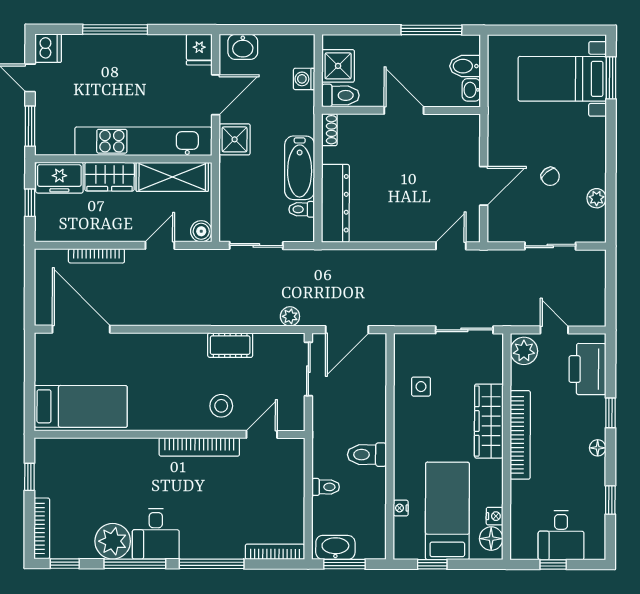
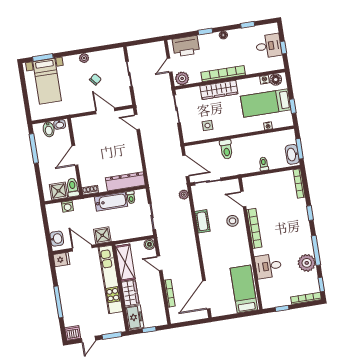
plant: (597, 198) -> (84, 58), moved
toilet: (367, 455) -> (226, 149), moved
desk: (156, 534) -> (268, 266), moved, turned 180
window: (212, 564) -> (310, 213), width x0.46

